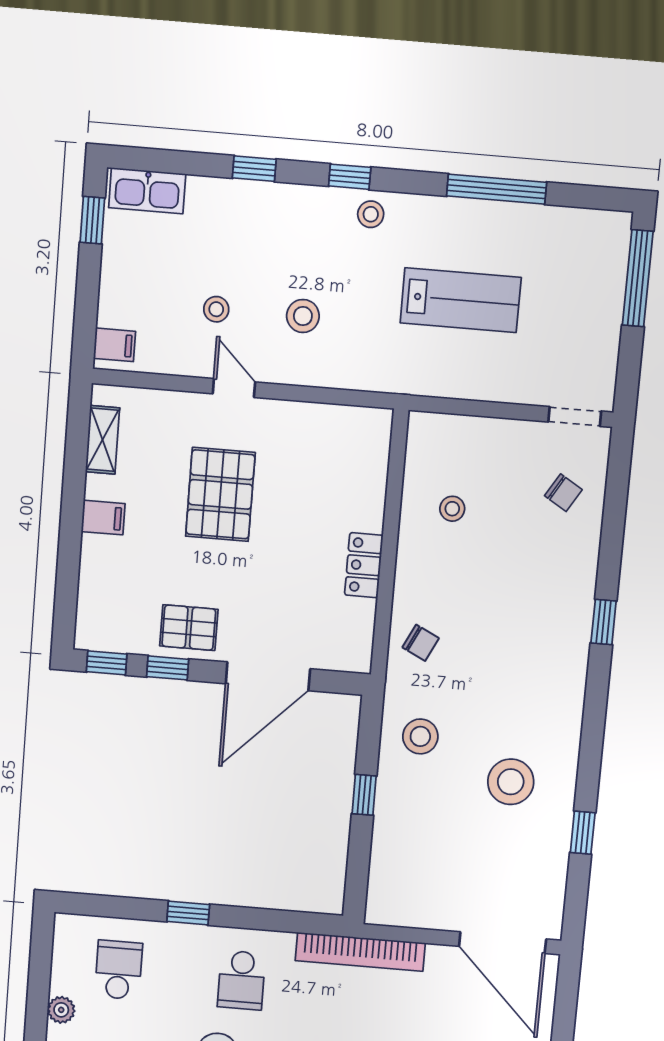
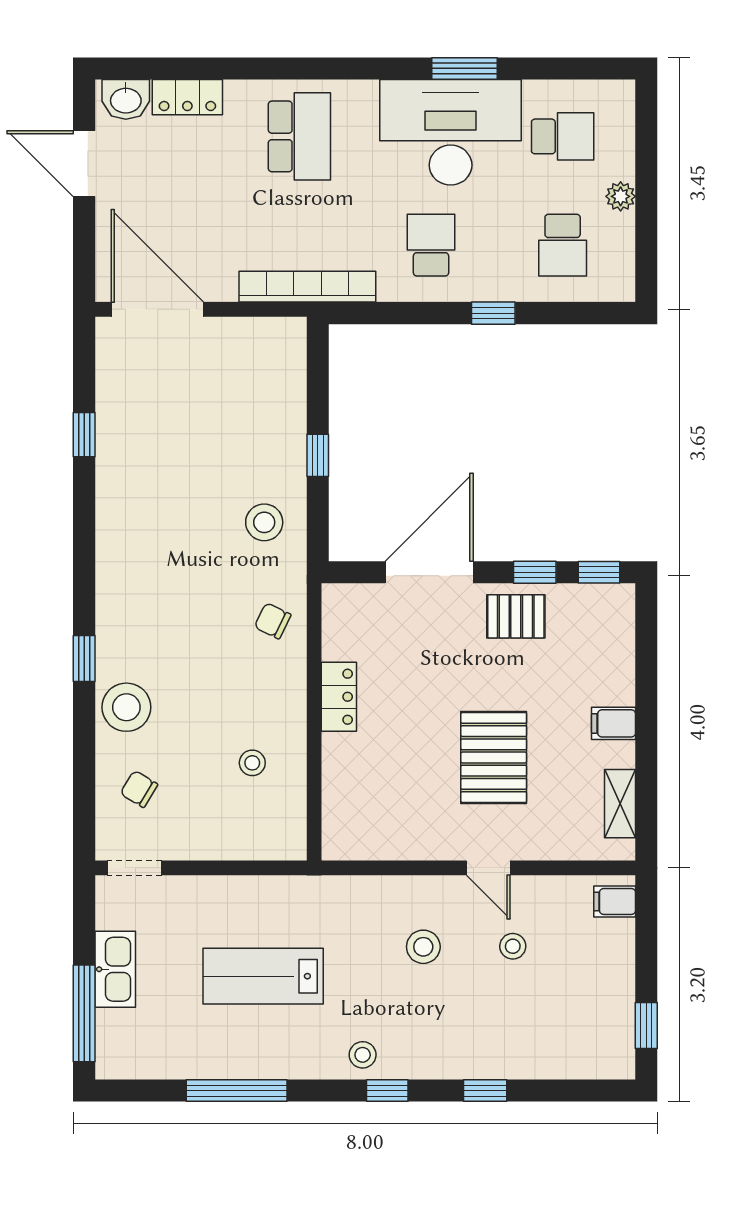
kitchen sink: (147, 191) -> (115, 969), moved, turned 90
stool: (511, 782) -> (126, 707), moved

